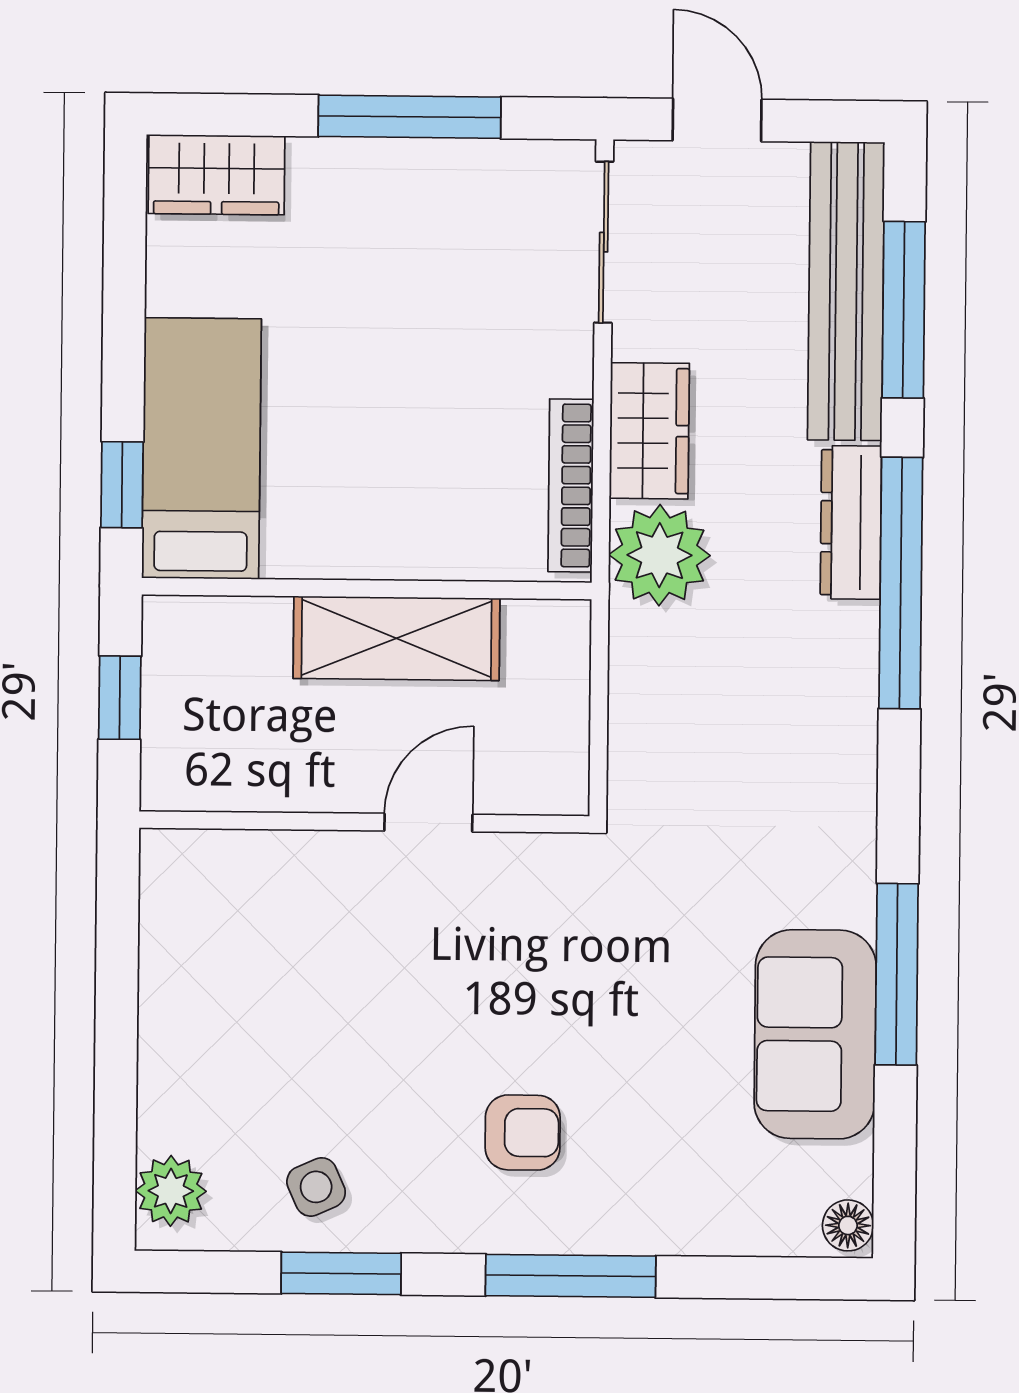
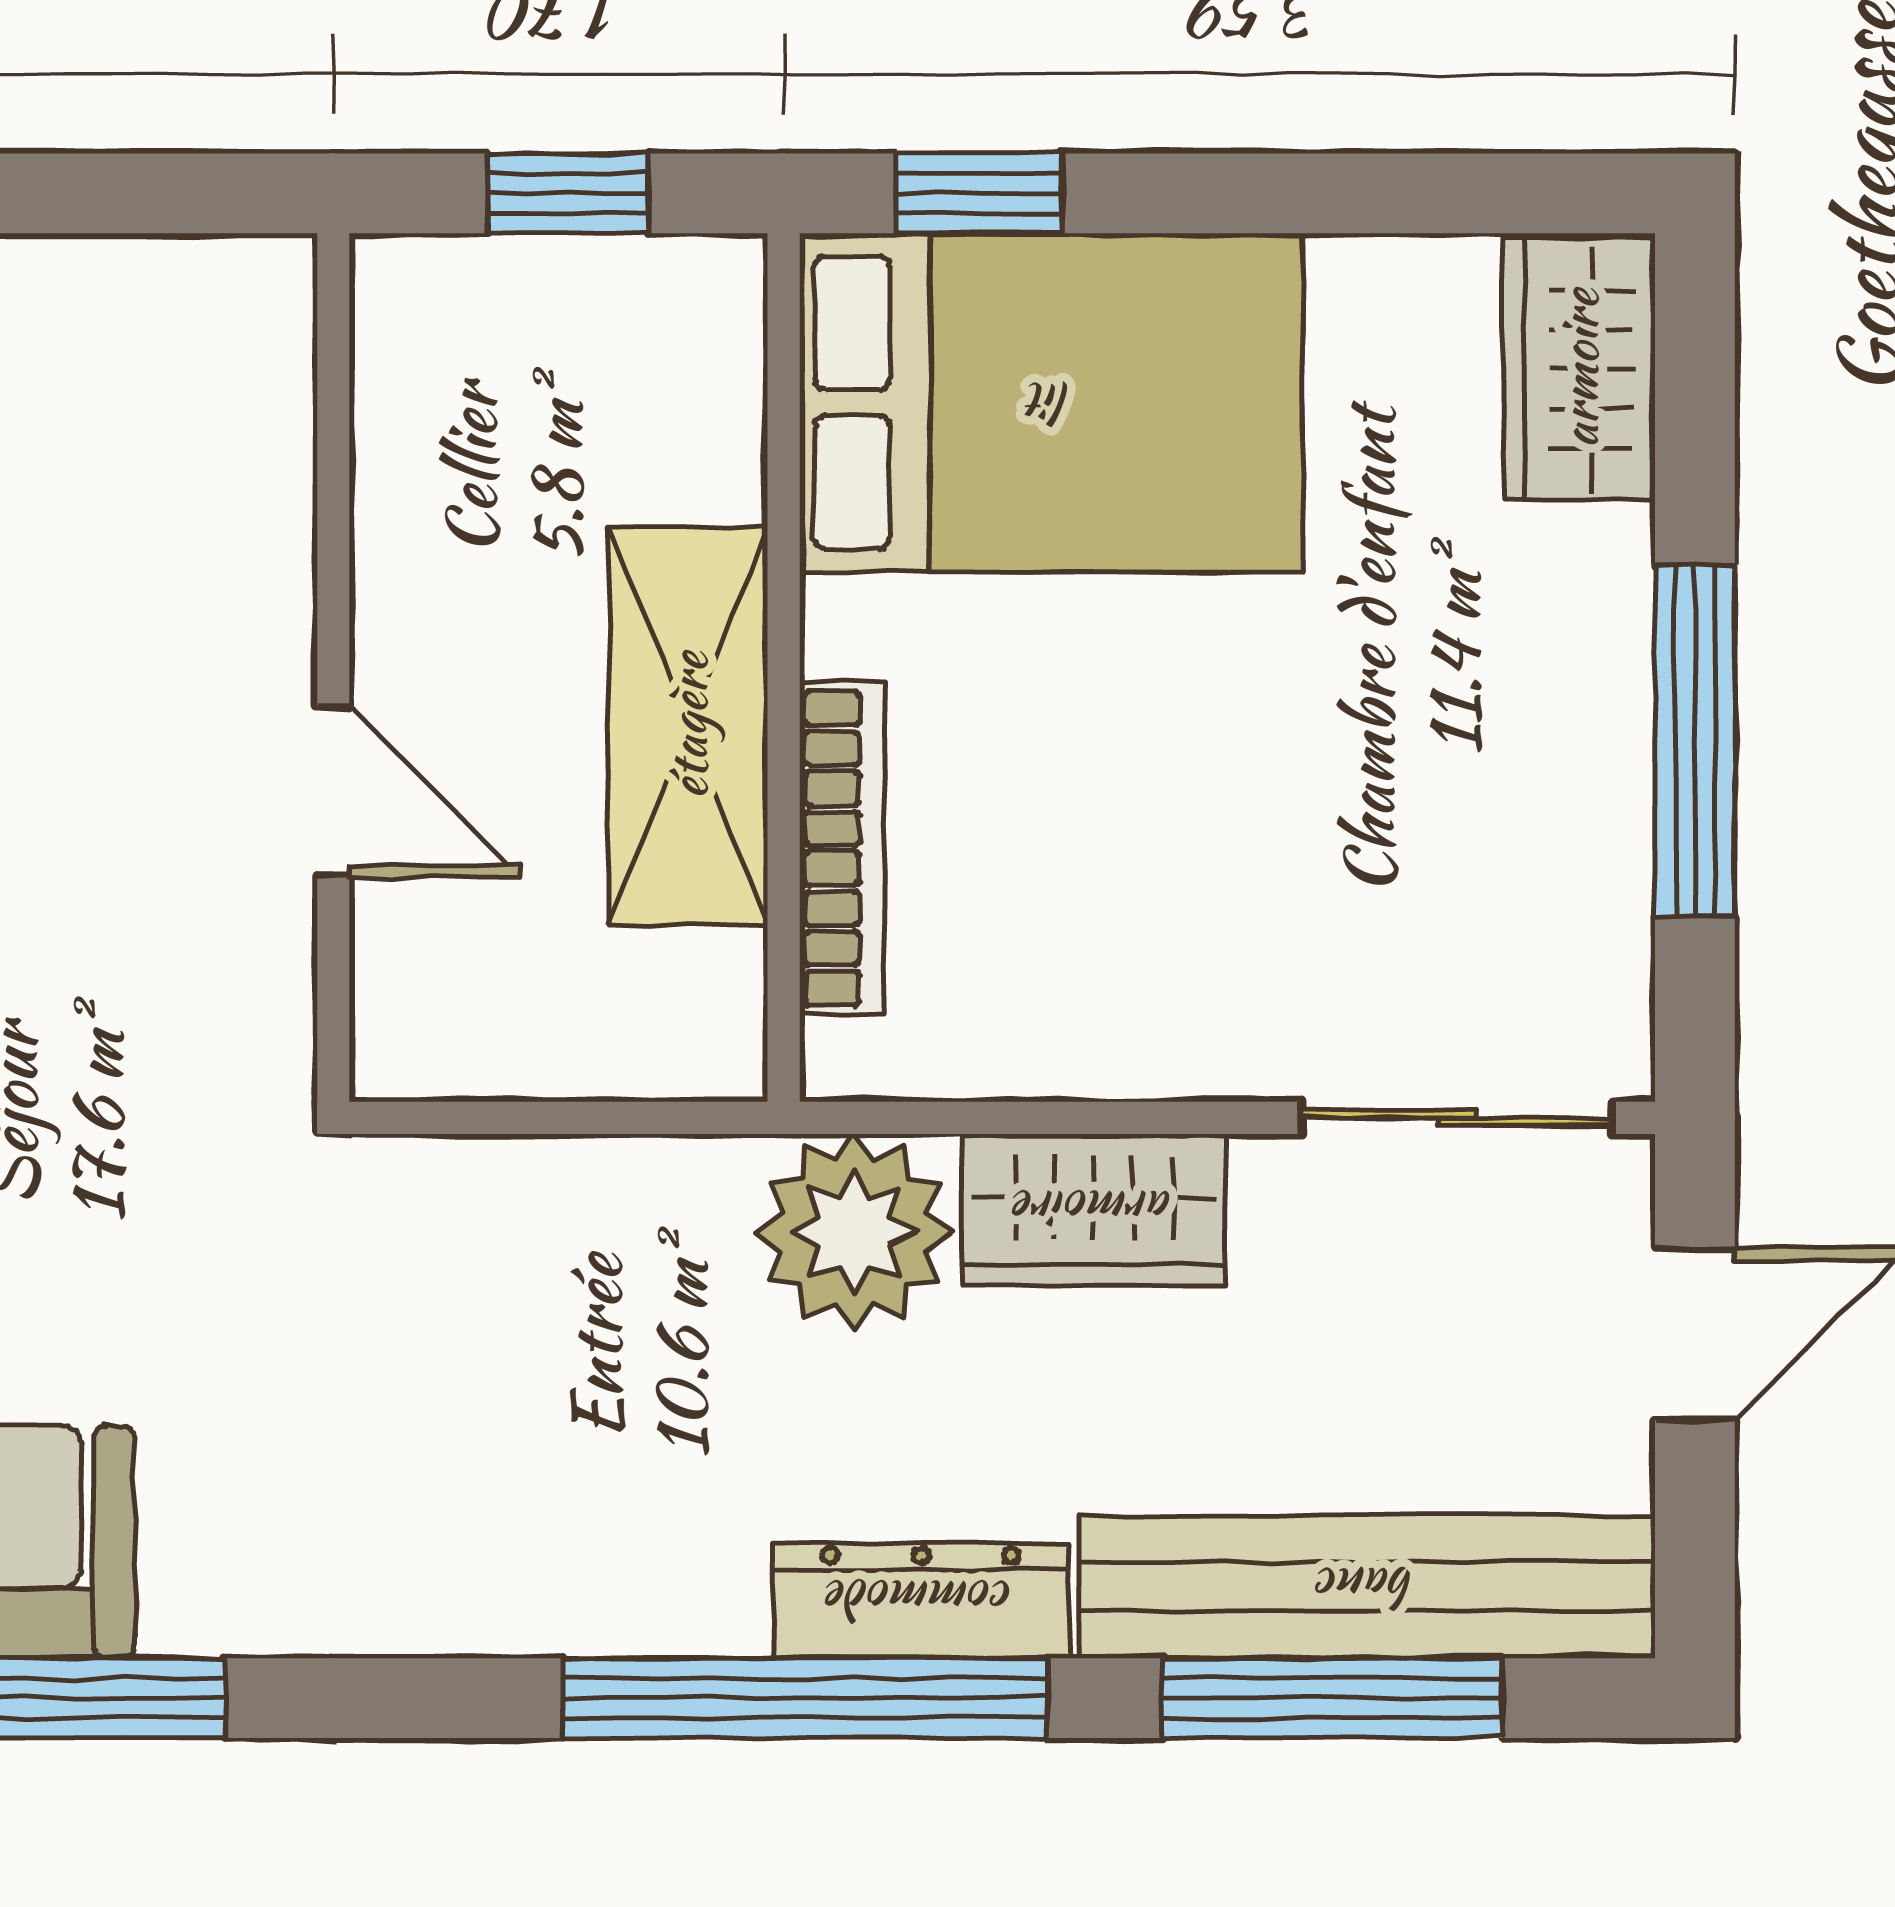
bed: (202, 448) -> (1051, 403), width x1.50
bookcase: (571, 485) -> (842, 848), moved, turned 90

